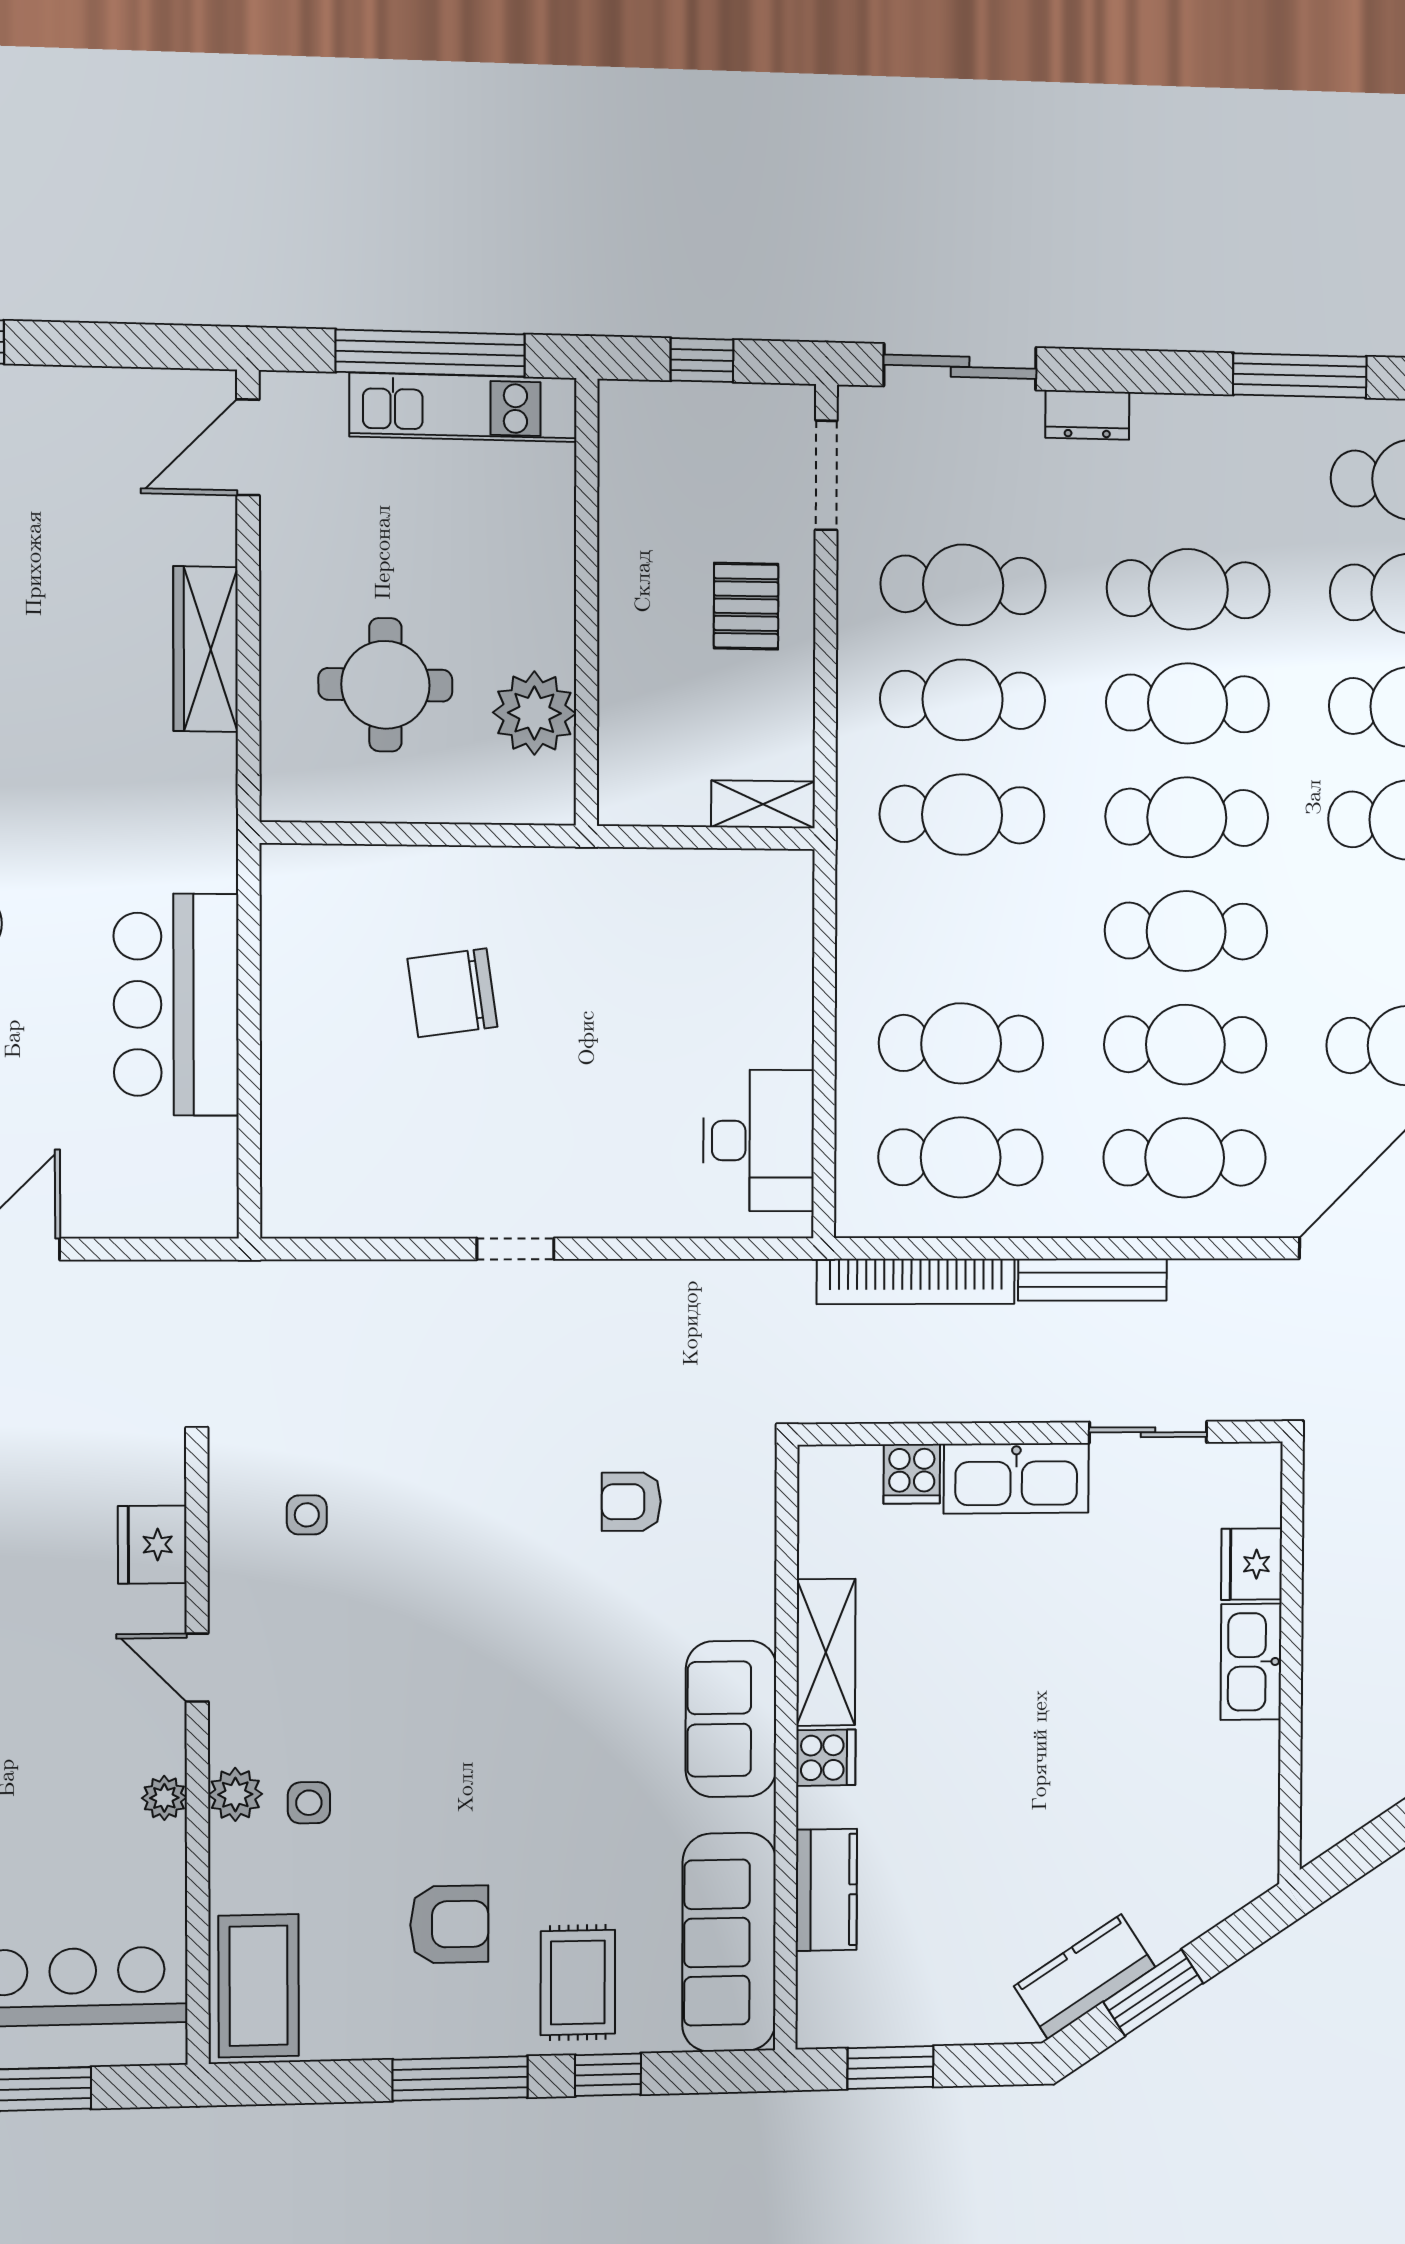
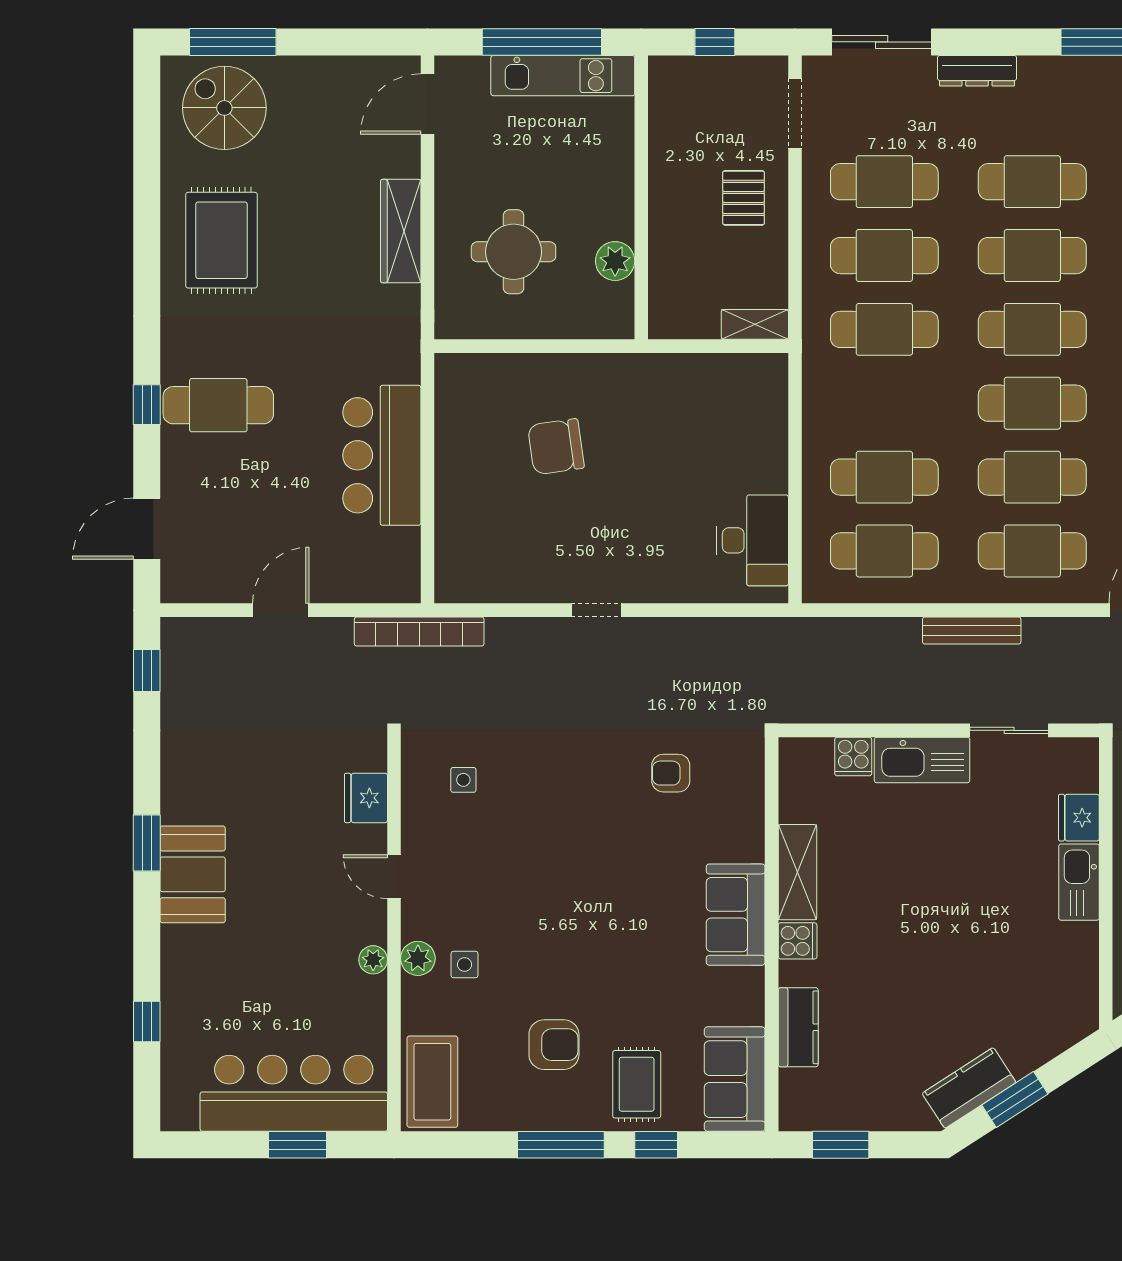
dresser: (1087, 415) -> (977, 71), width x1.44
plant: (534, 713) -> (615, 261), width x0.73, depth x0.73
bookcase: (916, 1281) -> (419, 631), moved
sofa: (729, 1942) -> (735, 1079), width x0.73

